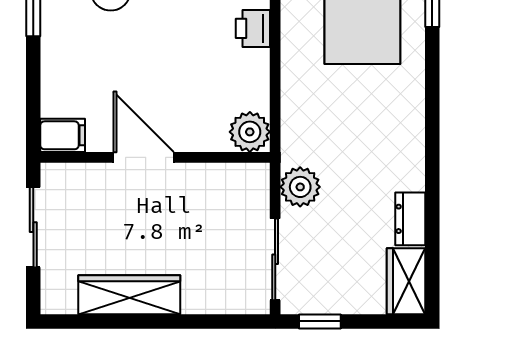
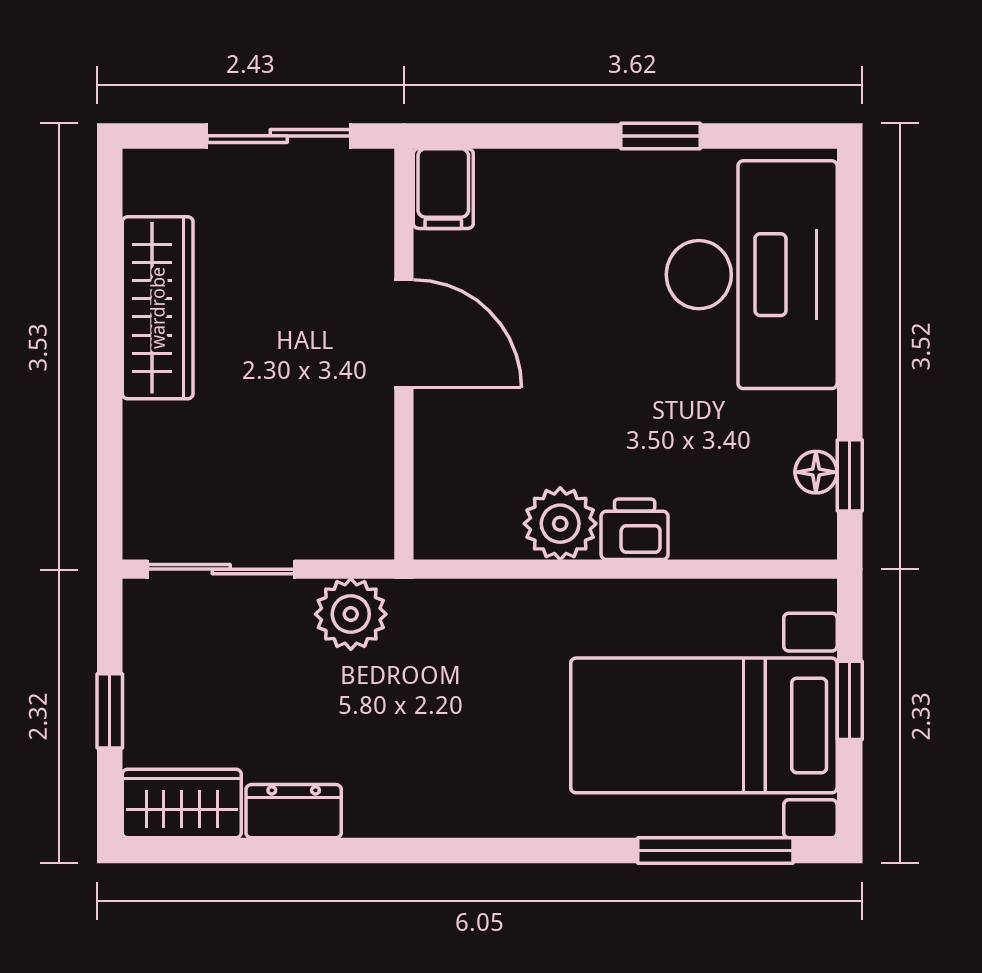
plant: (250, 132) -> (560, 524), moved
door: (144, 157) -> (404, 334), hinge flipped
window: (320, 321) -> (110, 711), moved

